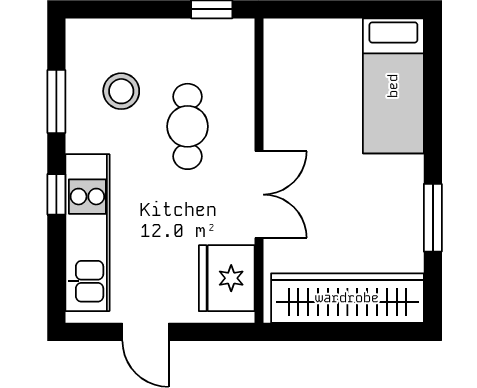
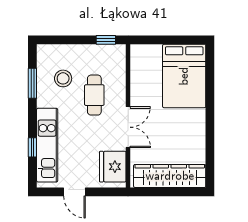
bed: (393, 86) -> (184, 76), width x1.50
window: (56, 194) -> (32, 147), moved
window: (433, 218) -> (210, 138), removed

